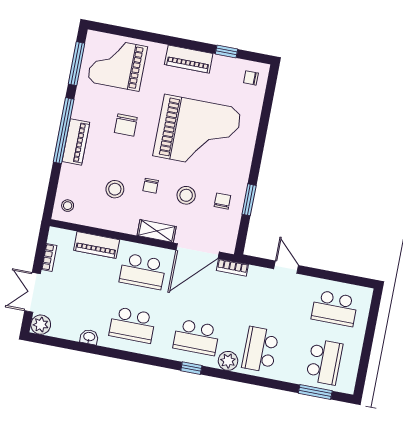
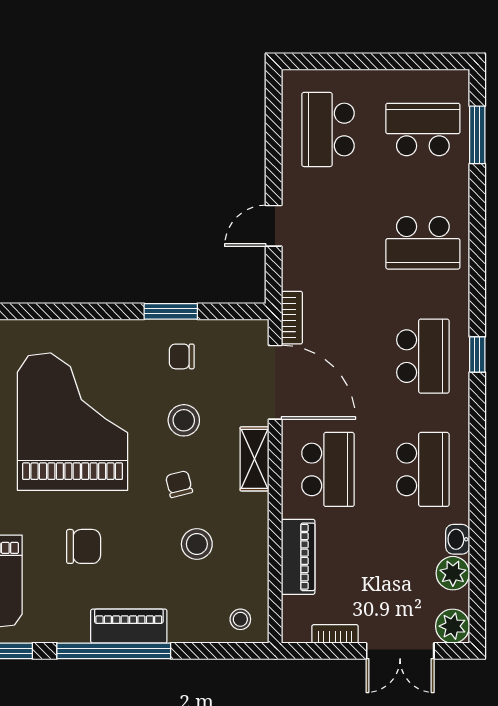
chair: (151, 186) -> (179, 484), turned -104
school desk: (335, 308) -> (328, 129), turned 180
plant: (228, 361) -> (453, 573), moved

